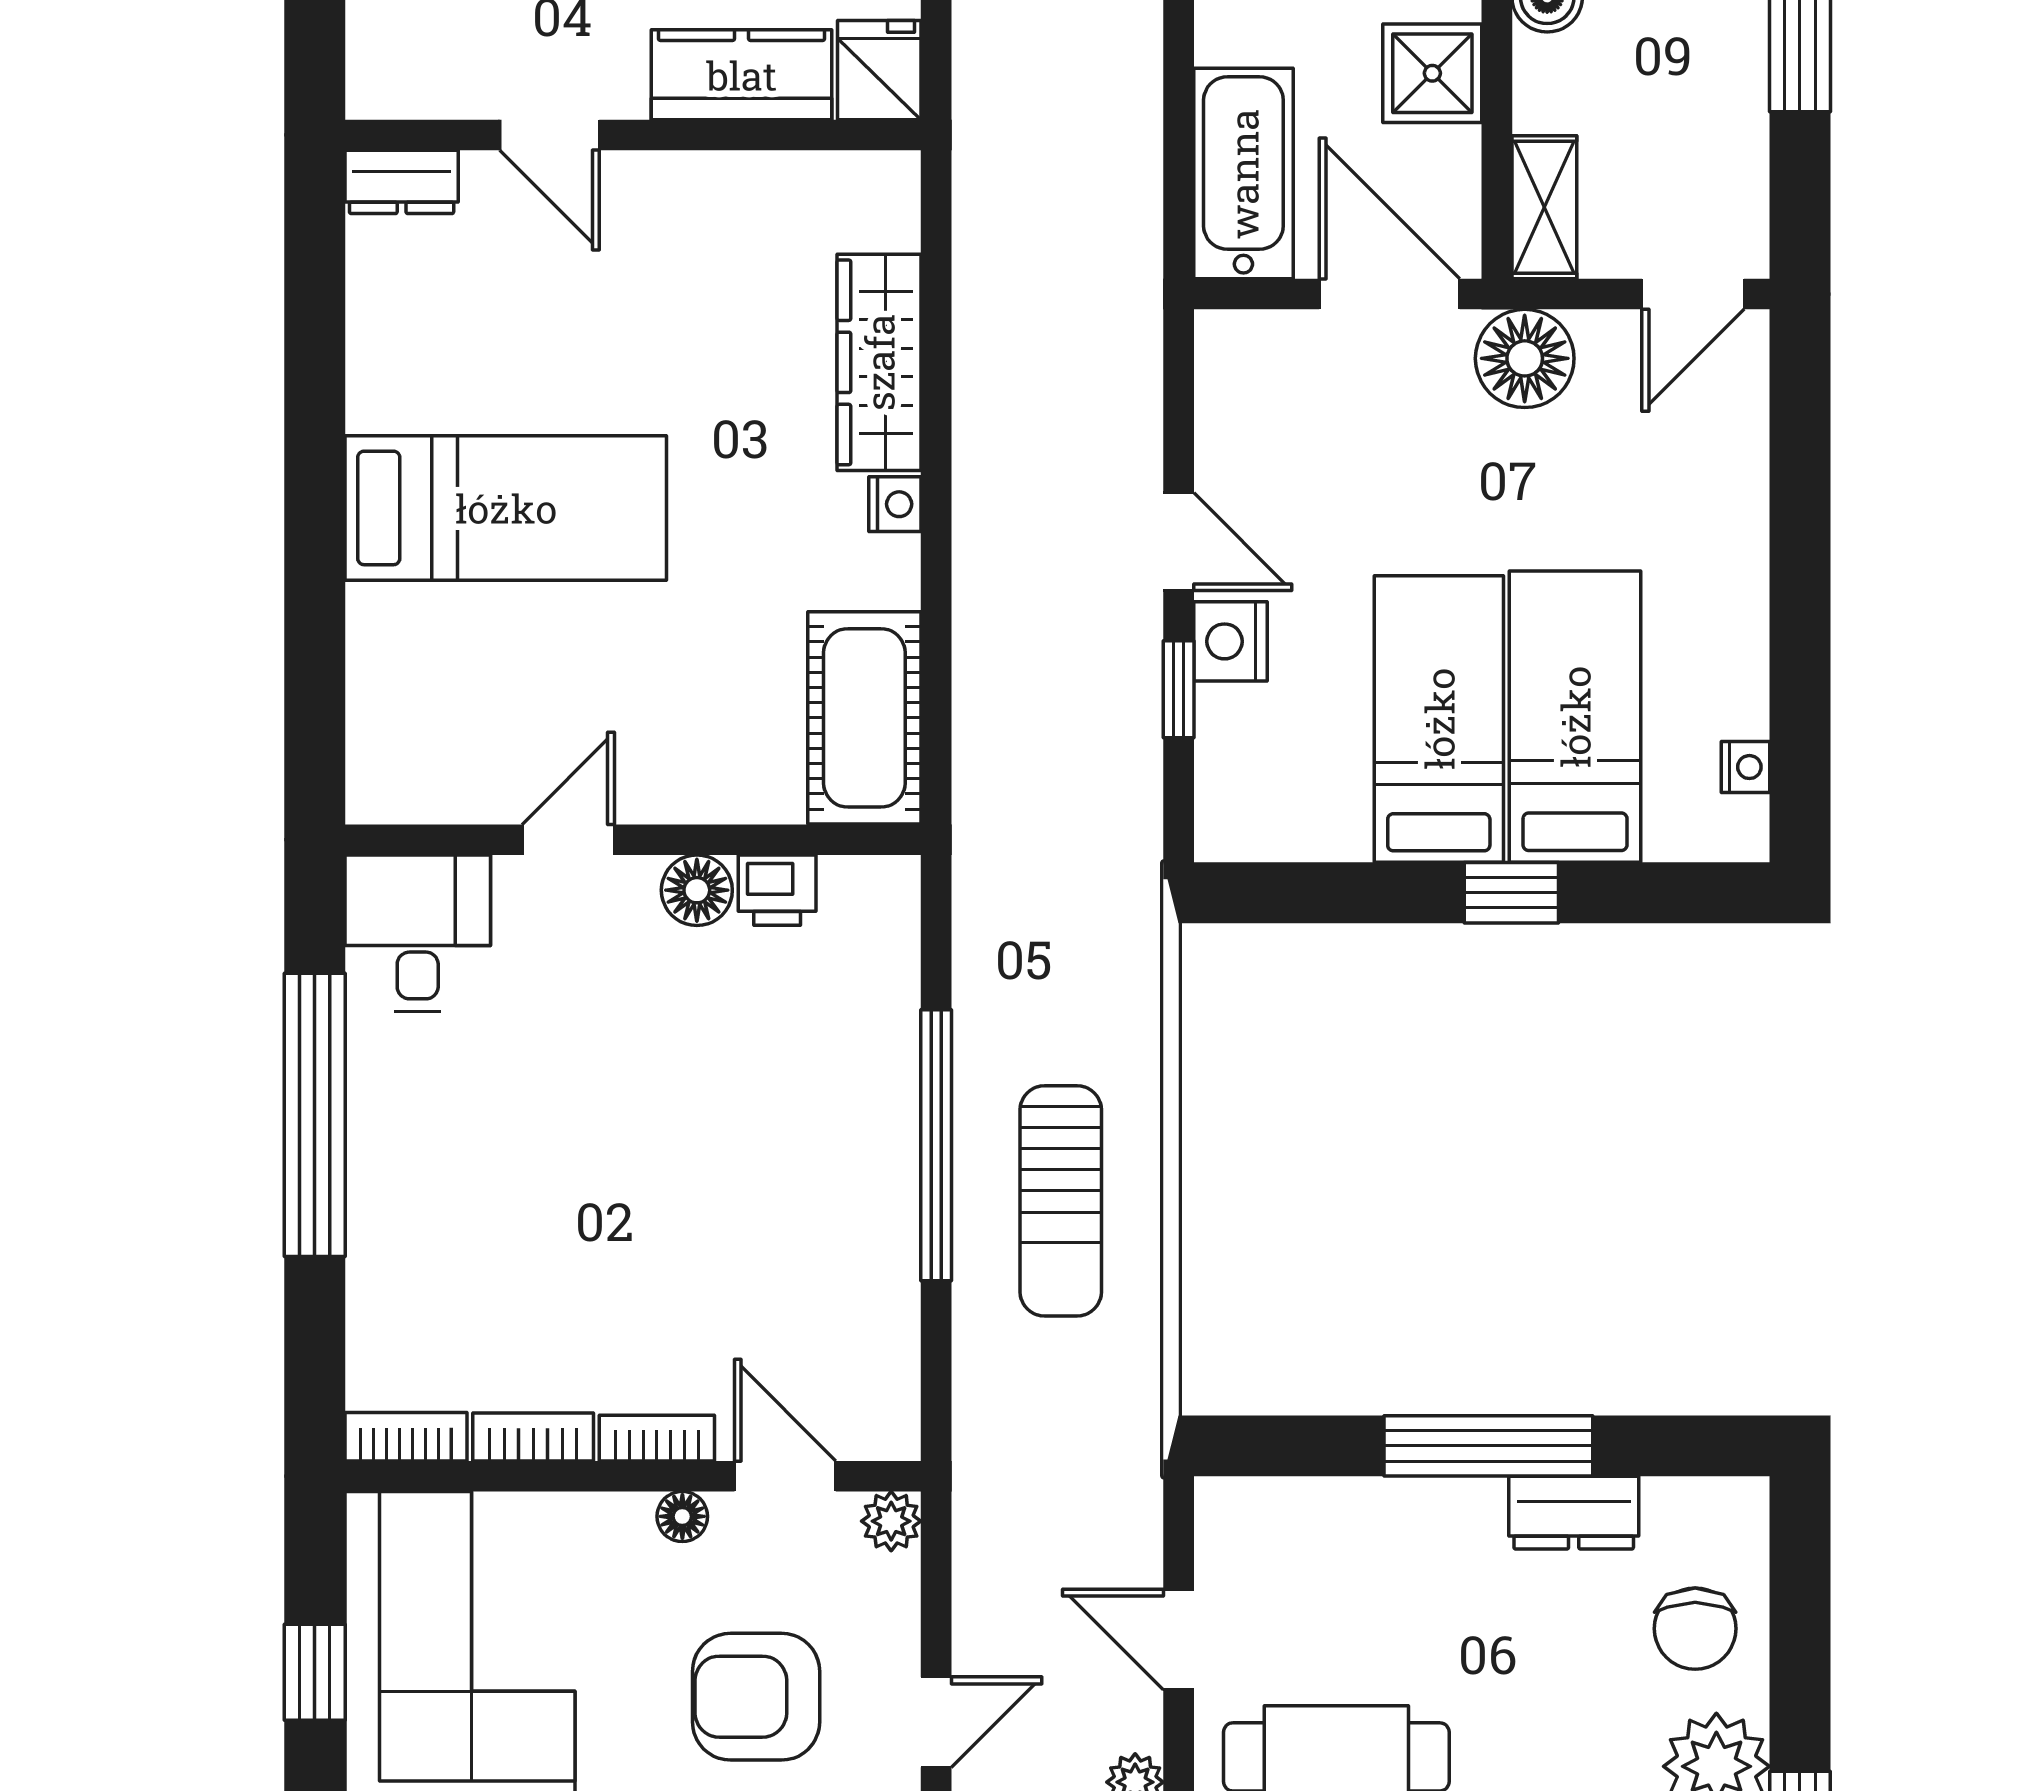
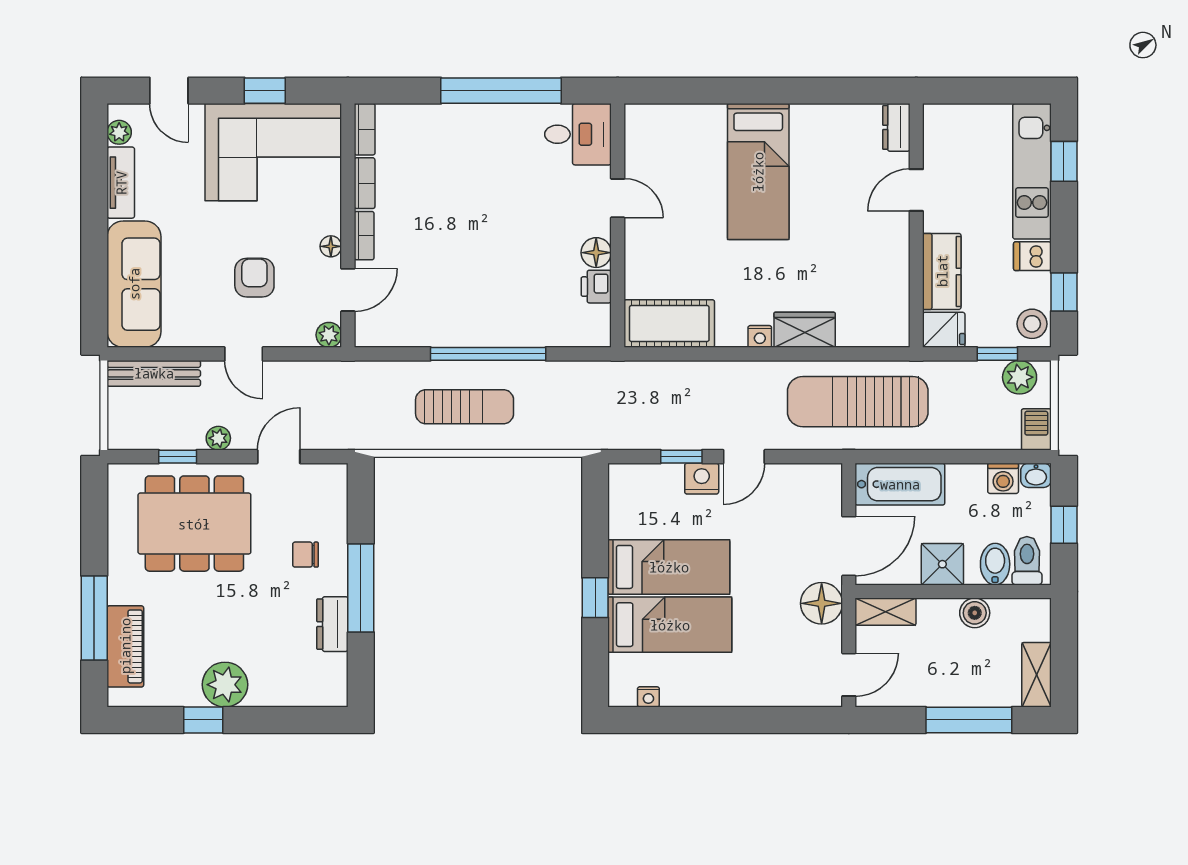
sun lounger: (1049, 273) -> (858, 402), added
door: (1693, 294) -> (849, 675), swing flipped
wardrobe: (879, 362) -> (805, 330), width x0.67
sun lounger: (1061, 1201) -> (465, 407), turned 180
chair: (1695, 1629) -> (305, 555), moved, width x0.73, depth x0.73
armchair: (756, 1697) -> (254, 278), width x0.72, depth x0.72

